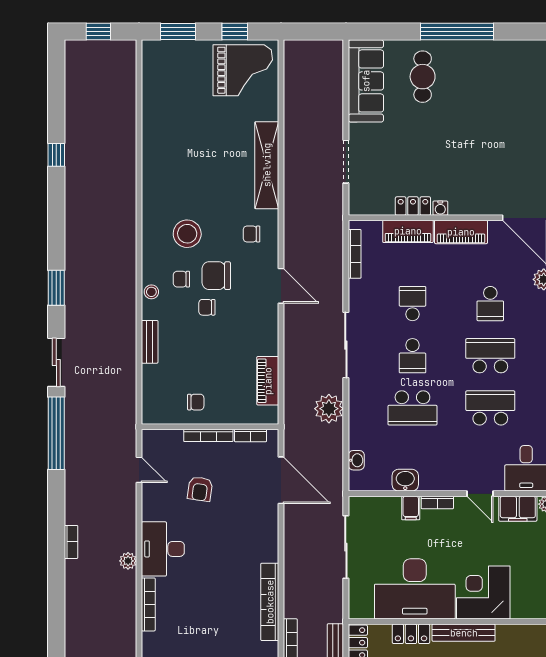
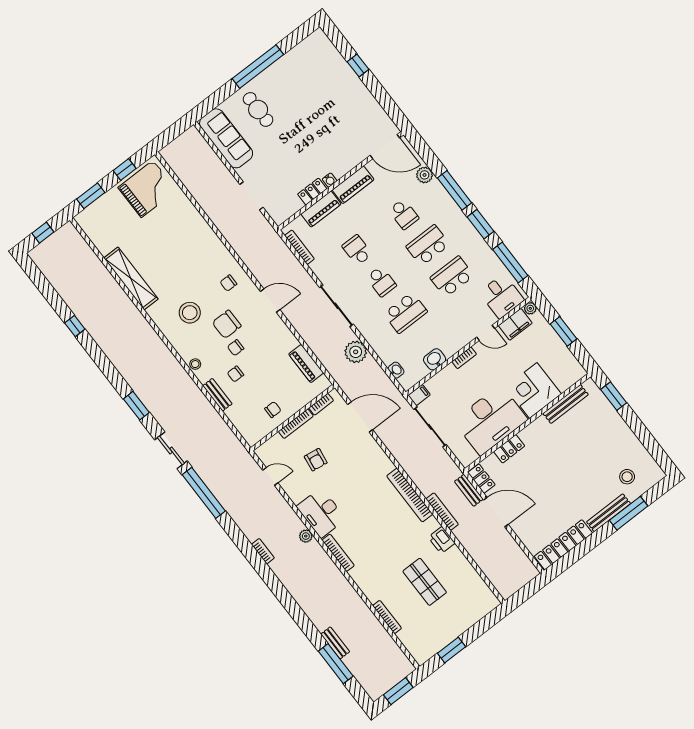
shelving: (267, 165) -> (131, 278), moved
chair: (181, 279) -> (235, 374), moved
filing cabinet: (411, 508) -> (419, 395), moved, turned -90
bench: (464, 633) -> (566, 404), moved

